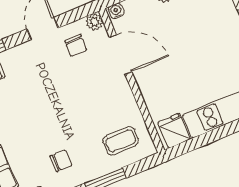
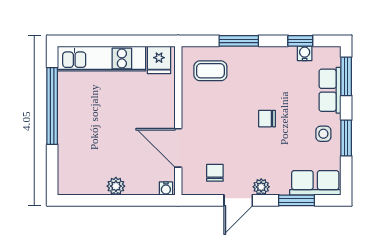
plant: (94, 22) -> (261, 187), moved
chair: (61, 161) -> (267, 119), moved

